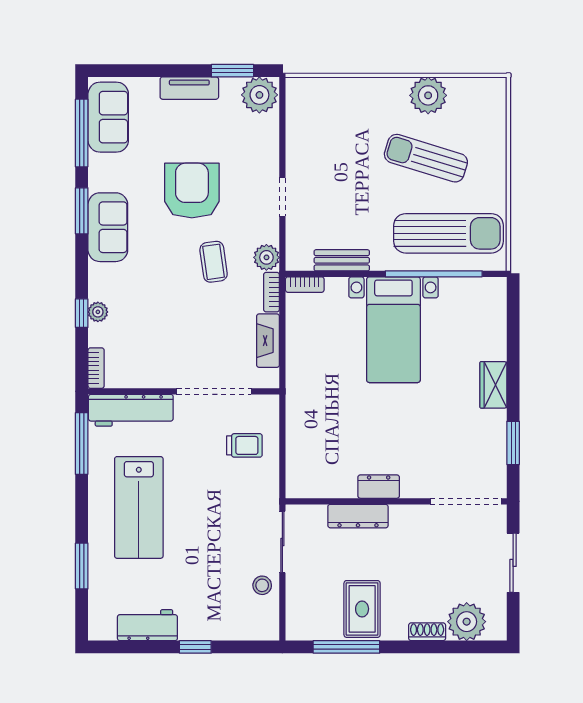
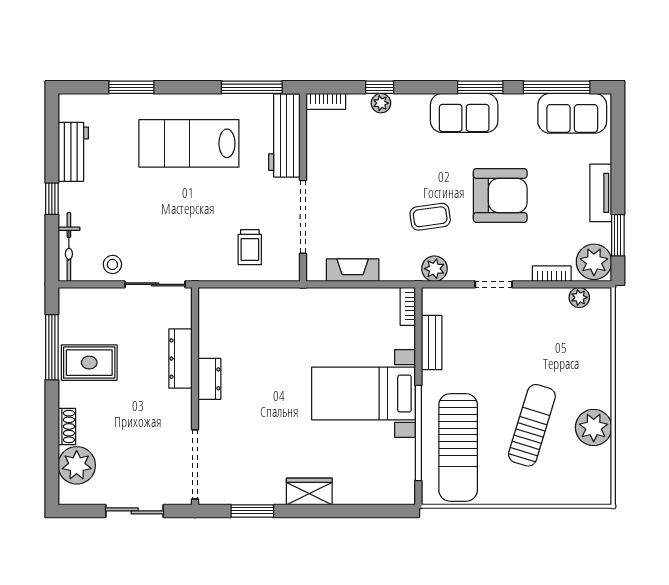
plant: (296, 110) -> (579, 297), added
bookcase: (272, 292) -> (552, 274), moved
bicycle: (244, 630) -> (69, 247), added

